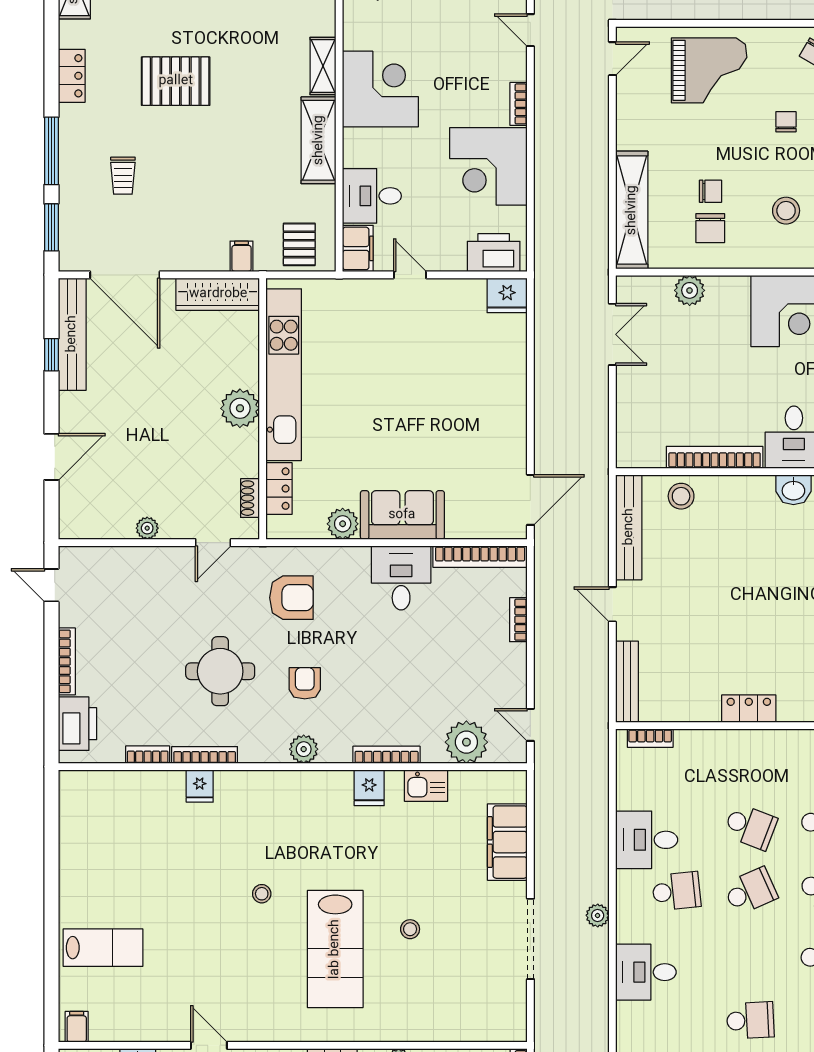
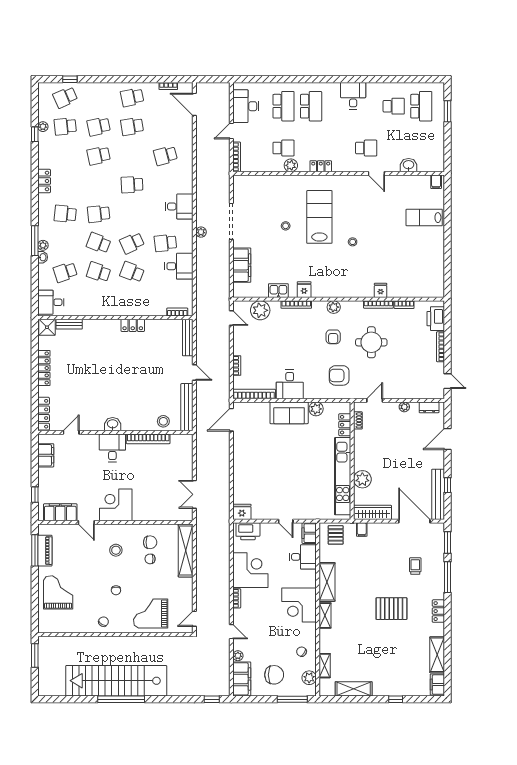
chair: (710, 228) -> (150, 542), turned 90
plant: (690, 290) -> (159, 514), removed
plant: (240, 408) -> (362, 479), moved
dresser: (92, 527) -> (429, 407), added

